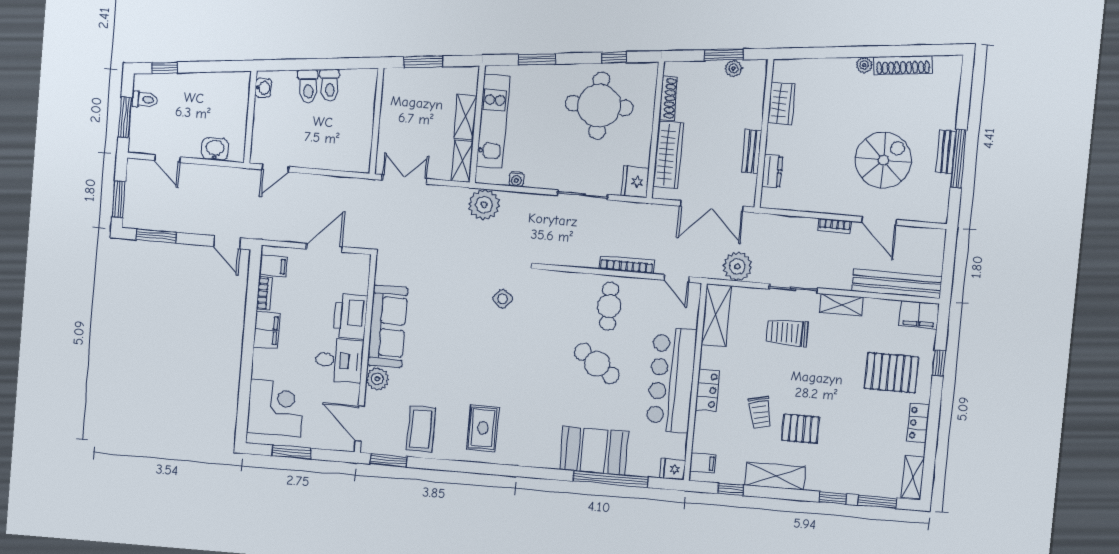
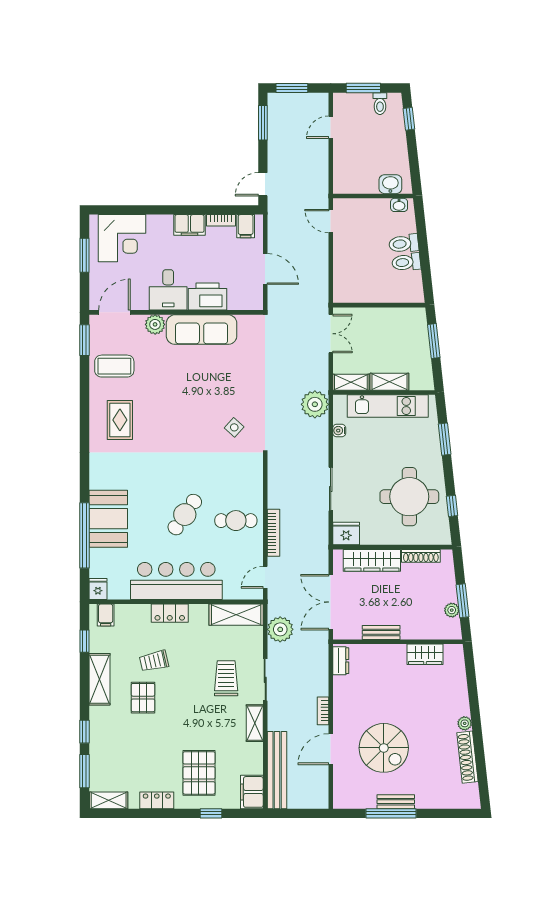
washbasin: (215, 149) -> (390, 184), moved, turned -90
dresser: (772, 171) -> (341, 661), moved, turned -90
rug: (483, 428) -> (120, 420), turned 90

